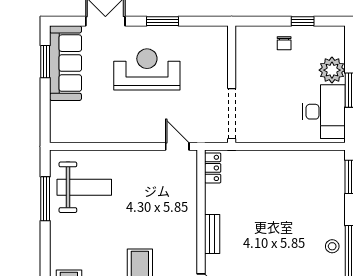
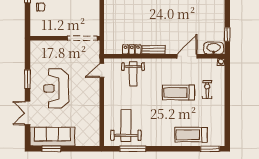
locker: (213, 168) -> (132, 49), moved
weight bench: (171, 199) -> (133, 74), added

